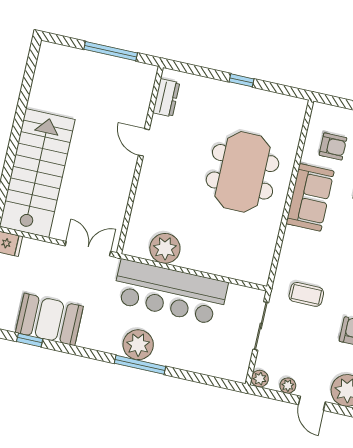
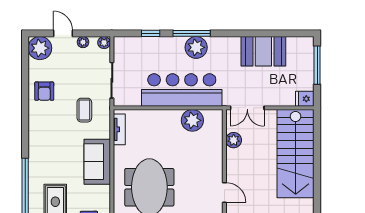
sofa: (310, 197) -> (97, 162), moved
plant: (116, 210) -> (234, 140), added
tv unit: (265, 258) -> (119, 129), added
coffee table: (306, 294) -> (84, 110), turned 90
window: (30, 340) -> (151, 33), moved

